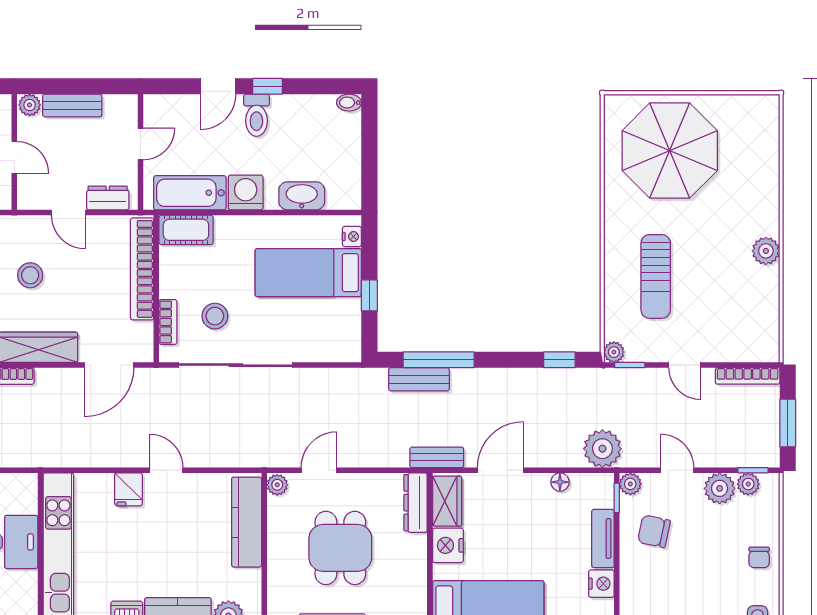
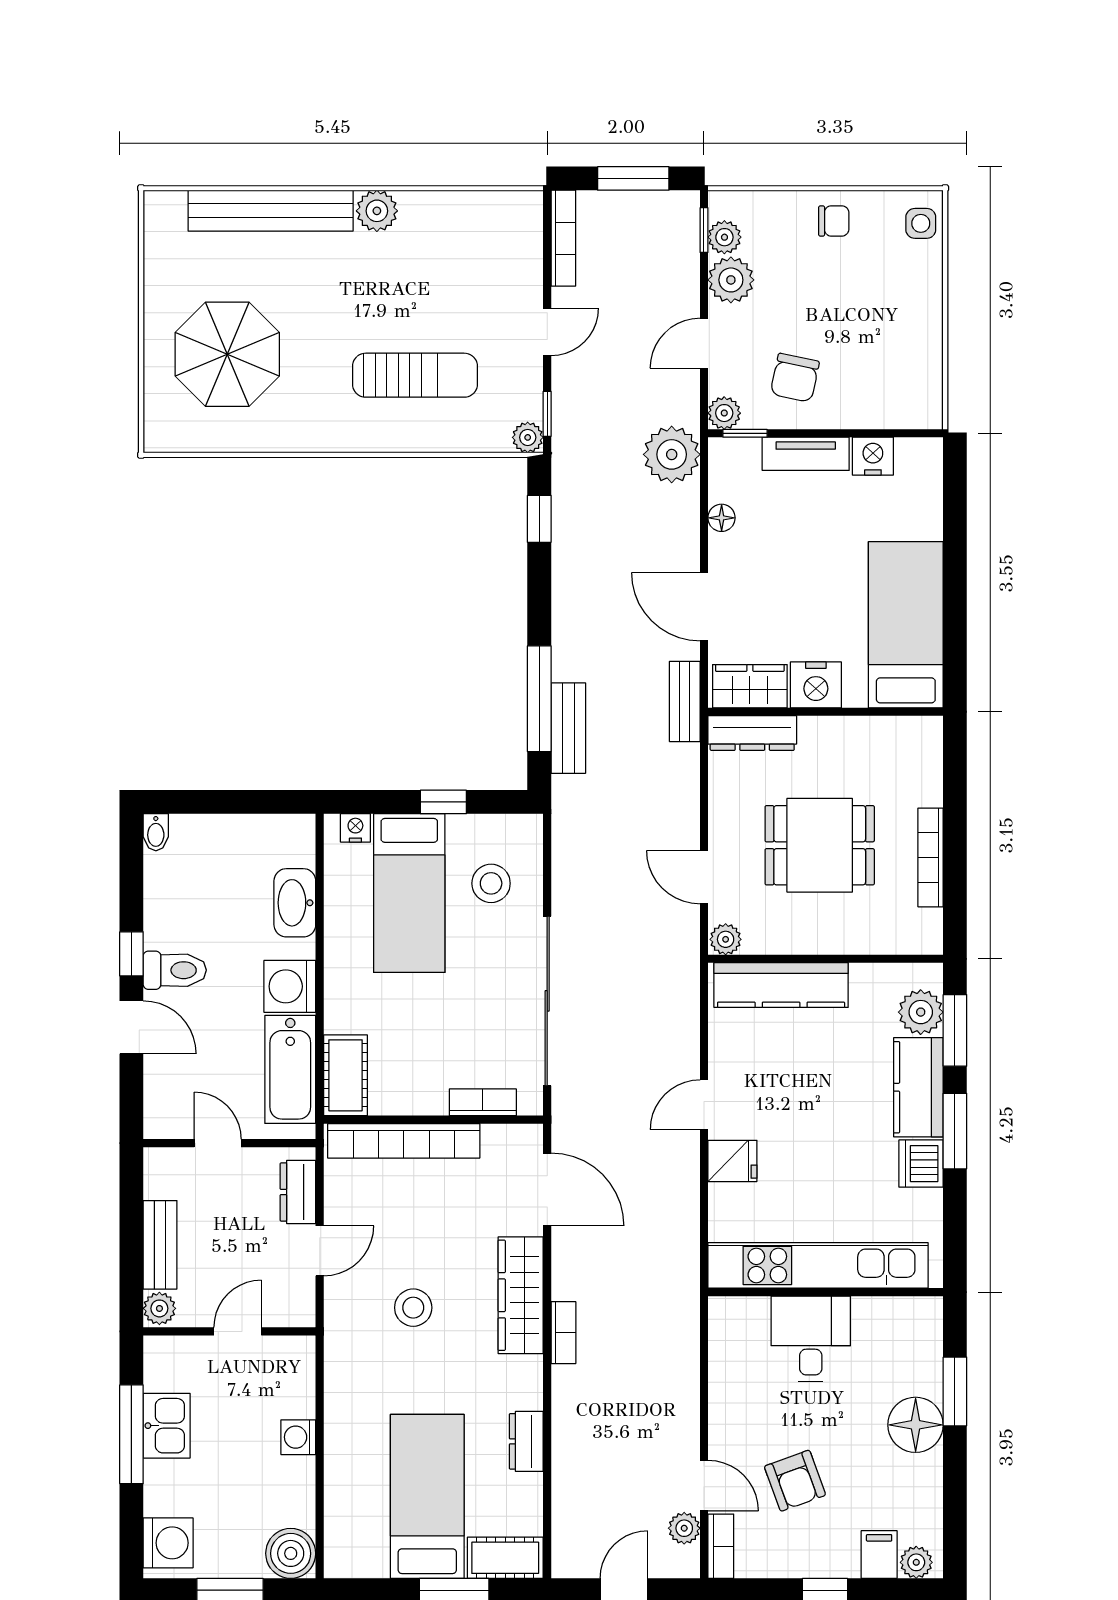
parasol: (670, 151) -> (227, 354), width x0.73, depth x0.73
bench: (766, 180) -> (271, 211), added
stool: (215, 316) -> (491, 883), moved

